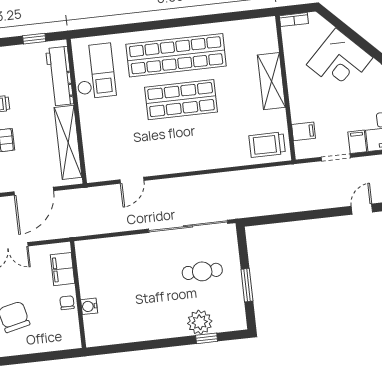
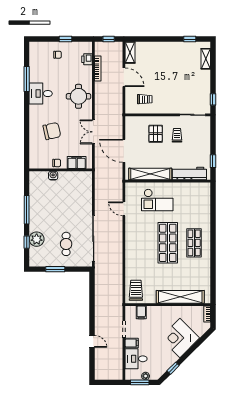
shop shelf: (176, 55) -> (194, 243), width x0.50, depth x0.74
checkout: (95, 71) -> (157, 200), moved
shelving: (271, 81) -> (180, 297), width x1.47
window: (152, 344) -> (27, 210), added

